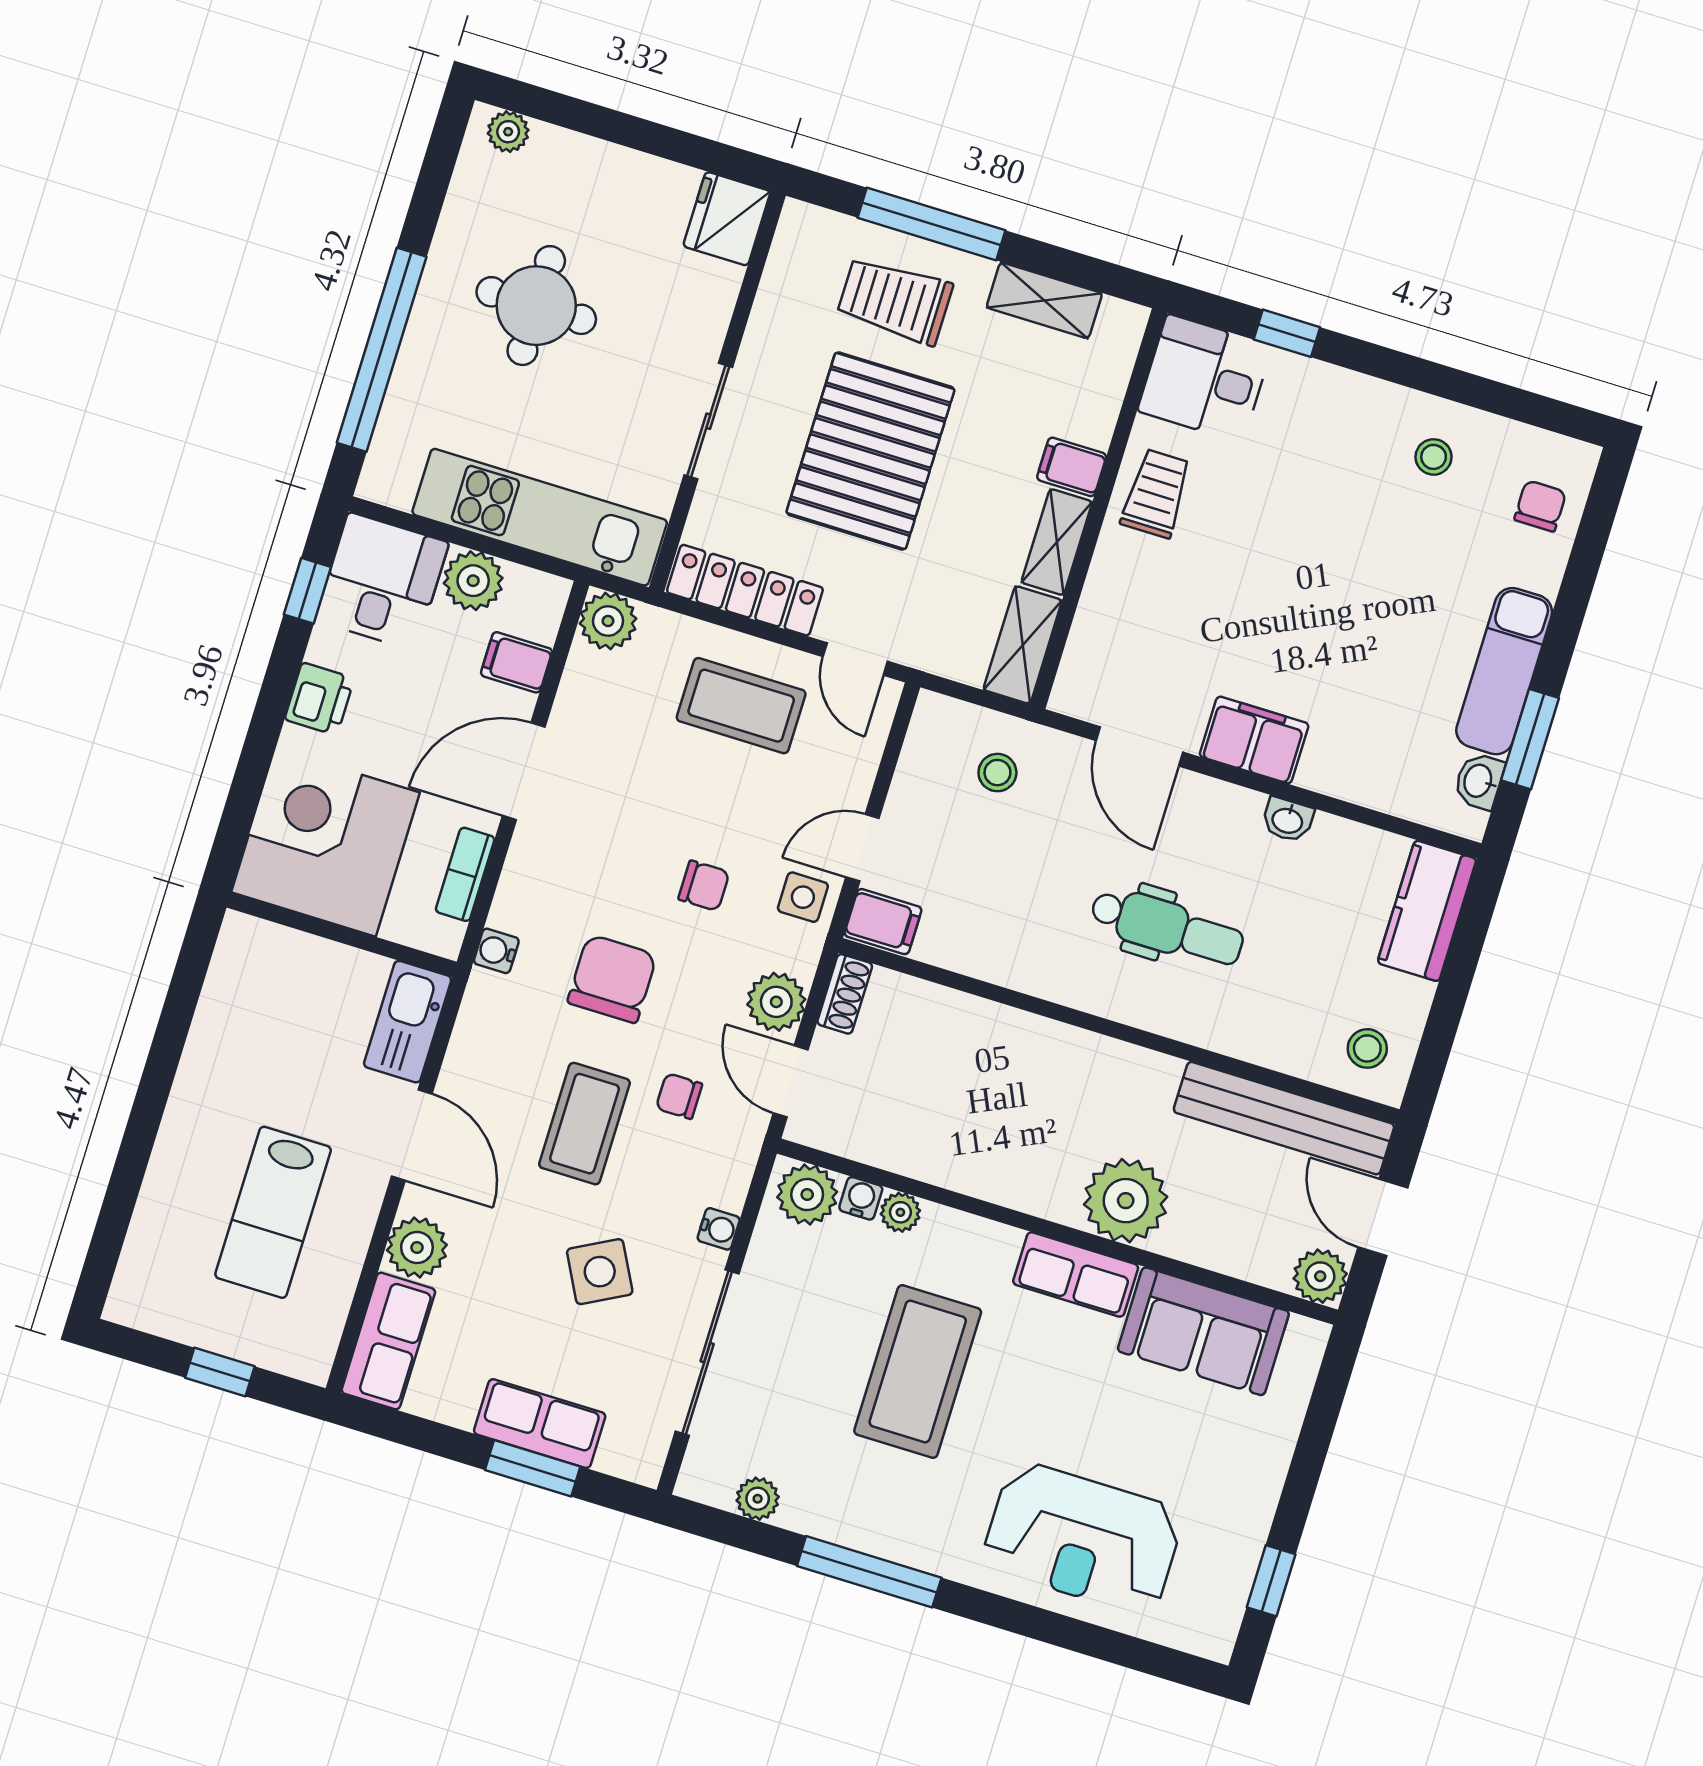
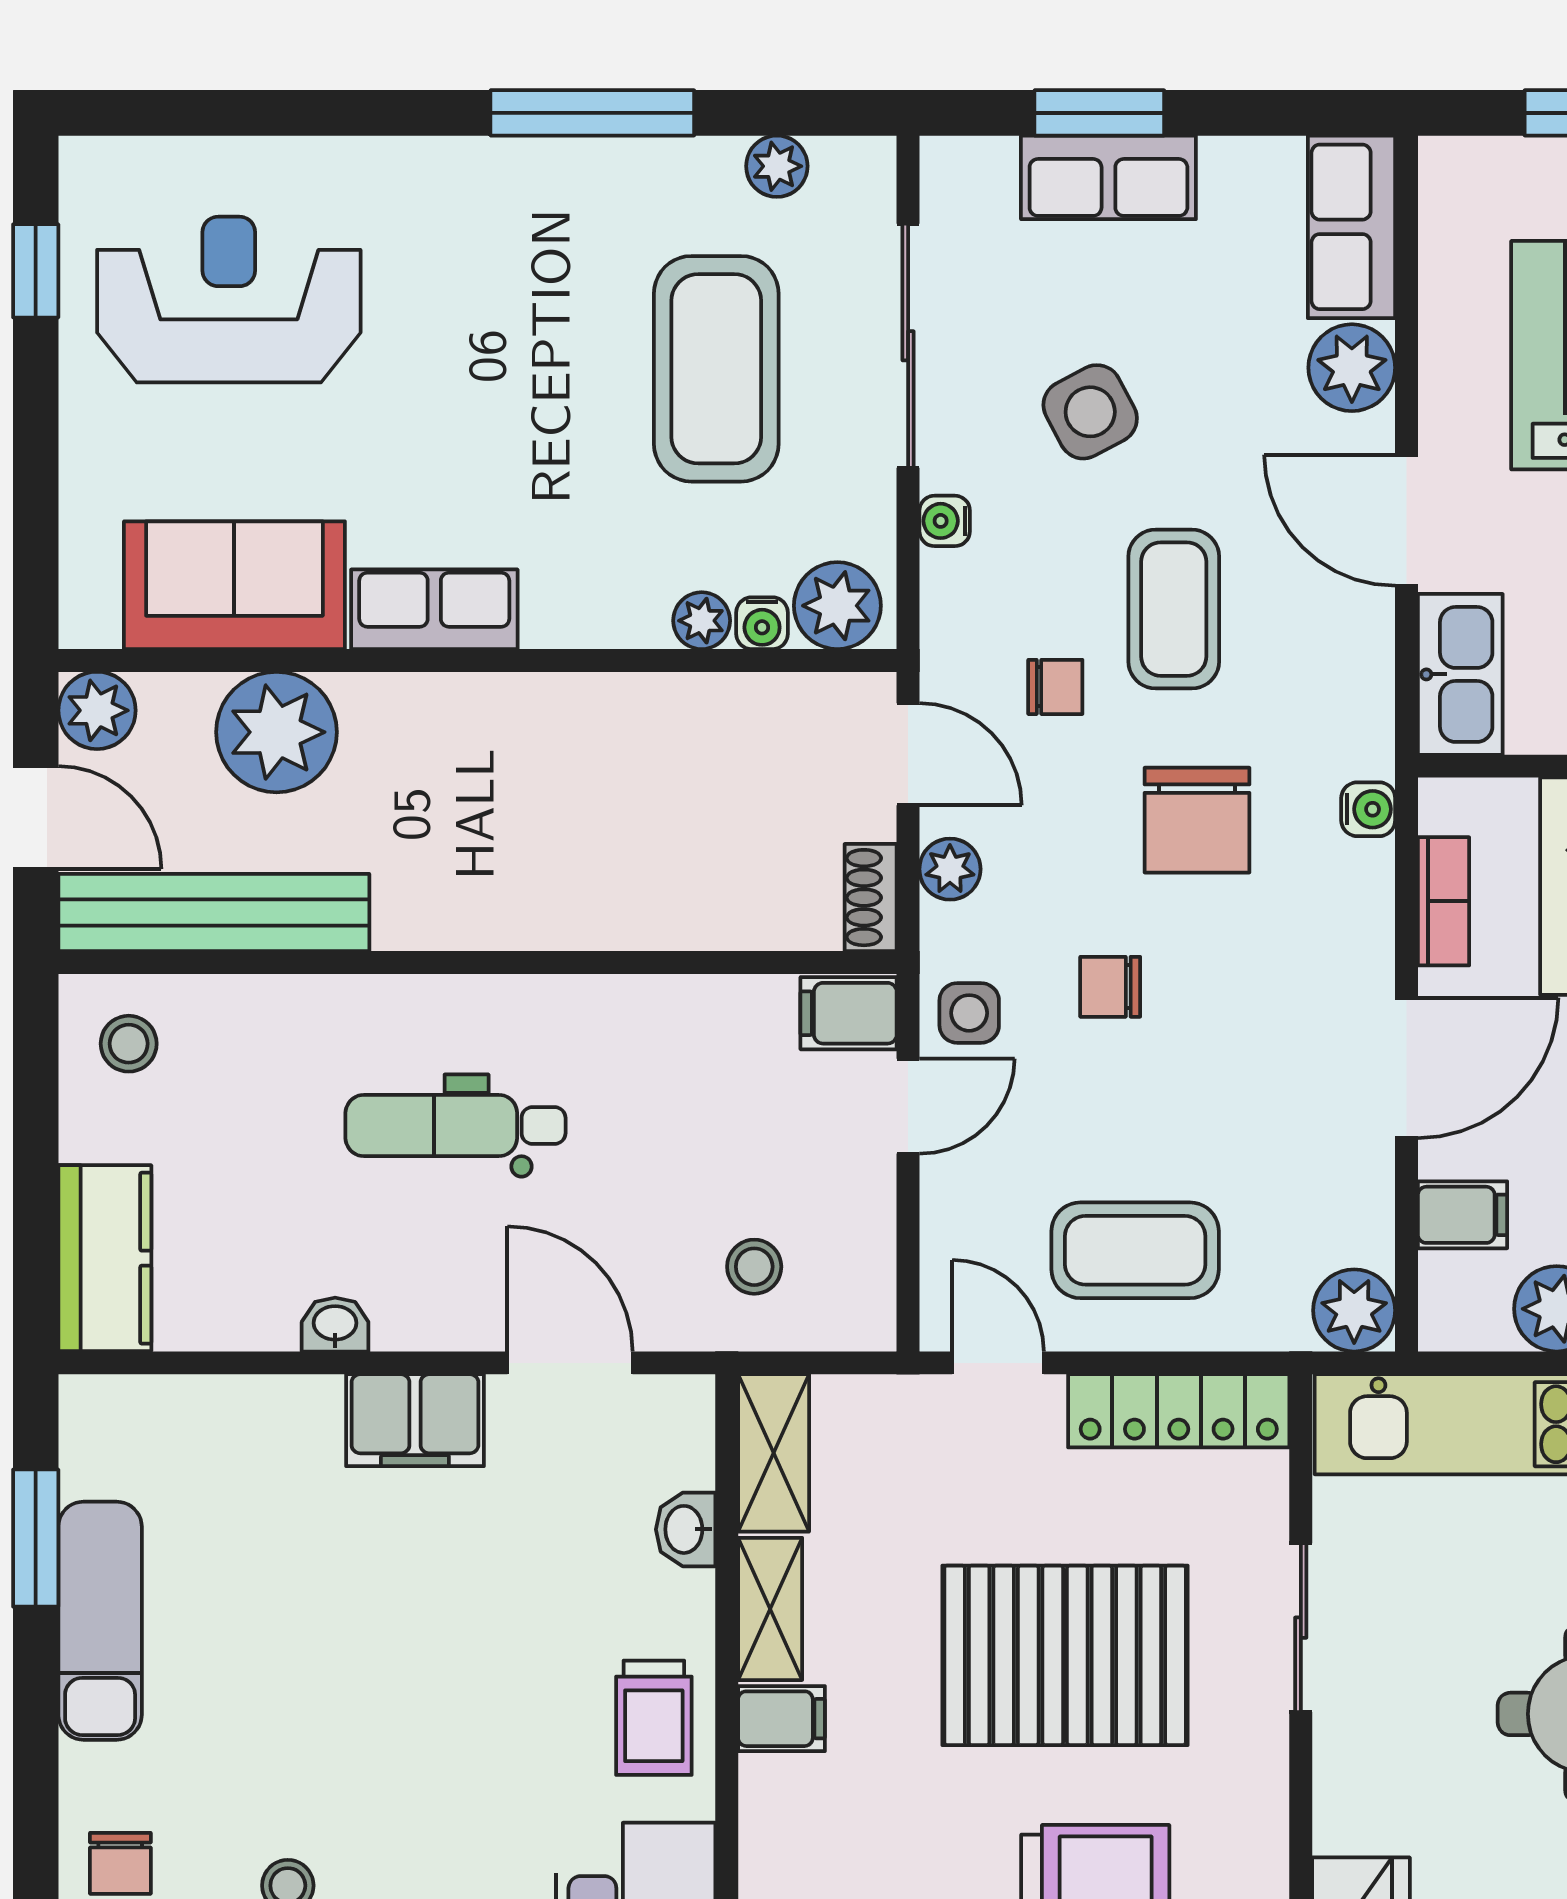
pallet: (870, 451) -> (1065, 1655), turned 90
washbasin: (1479, 781) -> (686, 1529), moved, turned 180
plant: (776, 1002) -> (950, 869), width x0.73, depth x0.73
plant: (1126, 1201) -> (276, 732), moved
coffee table: (918, 1372) -> (716, 369), moved
reception desk: (1083, 1538) -> (229, 299), moved

